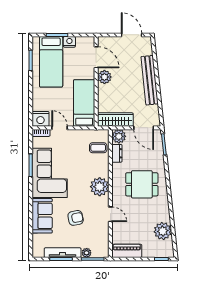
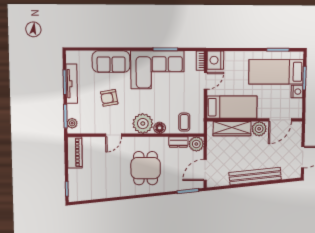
wardrobe: (115, 120) -> (232, 129), moved, turned 90
floor lamp: (104, 171) -> (160, 128), added
armchair: (76, 218) -> (109, 98), turned 91
plant: (163, 231) -> (96, 190), removed
plant: (87, 253) -> (72, 123), moved

